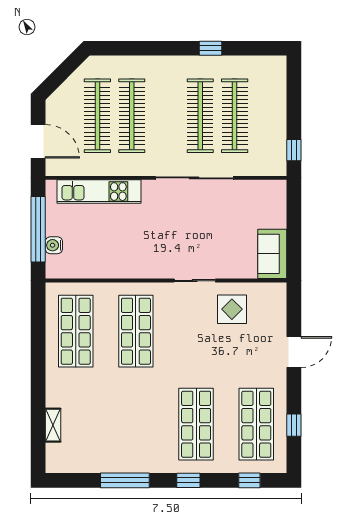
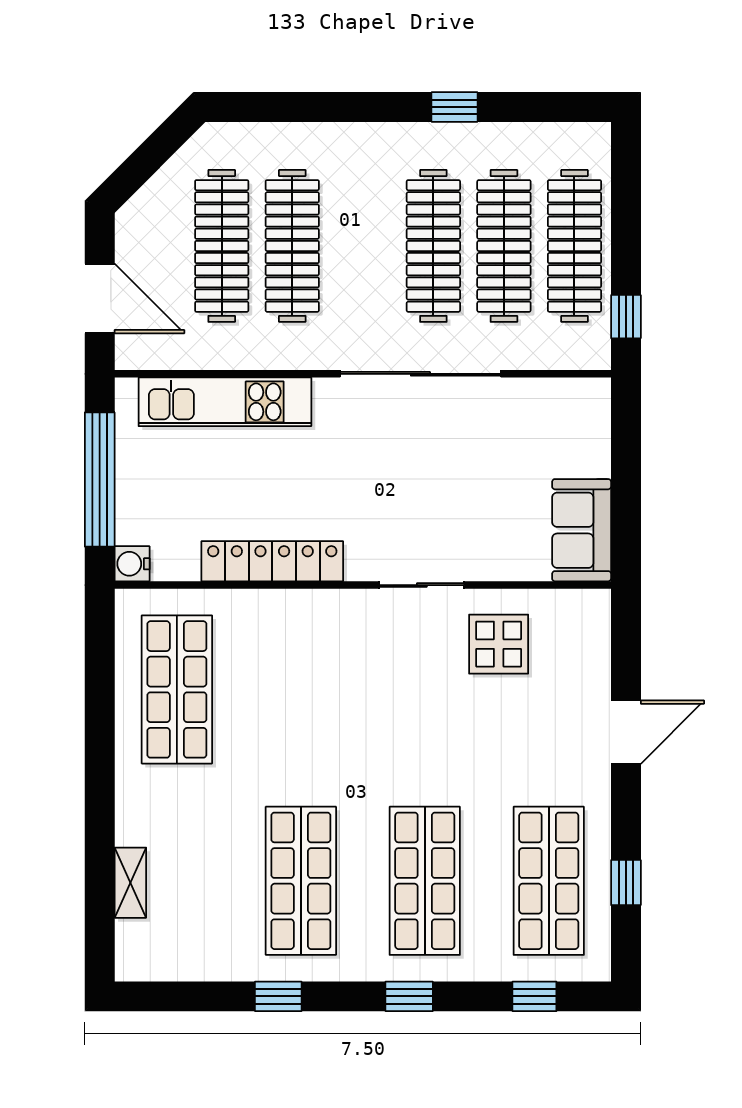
clothes rail: (269, 116) -> (574, 246), added
water cooler: (54, 245) -> (132, 564), moved
locker: (122, 269) -> (272, 561), added
shop shelf: (136, 331) -> (301, 881), moved
window: (125, 480) -> (278, 996), width x0.46

